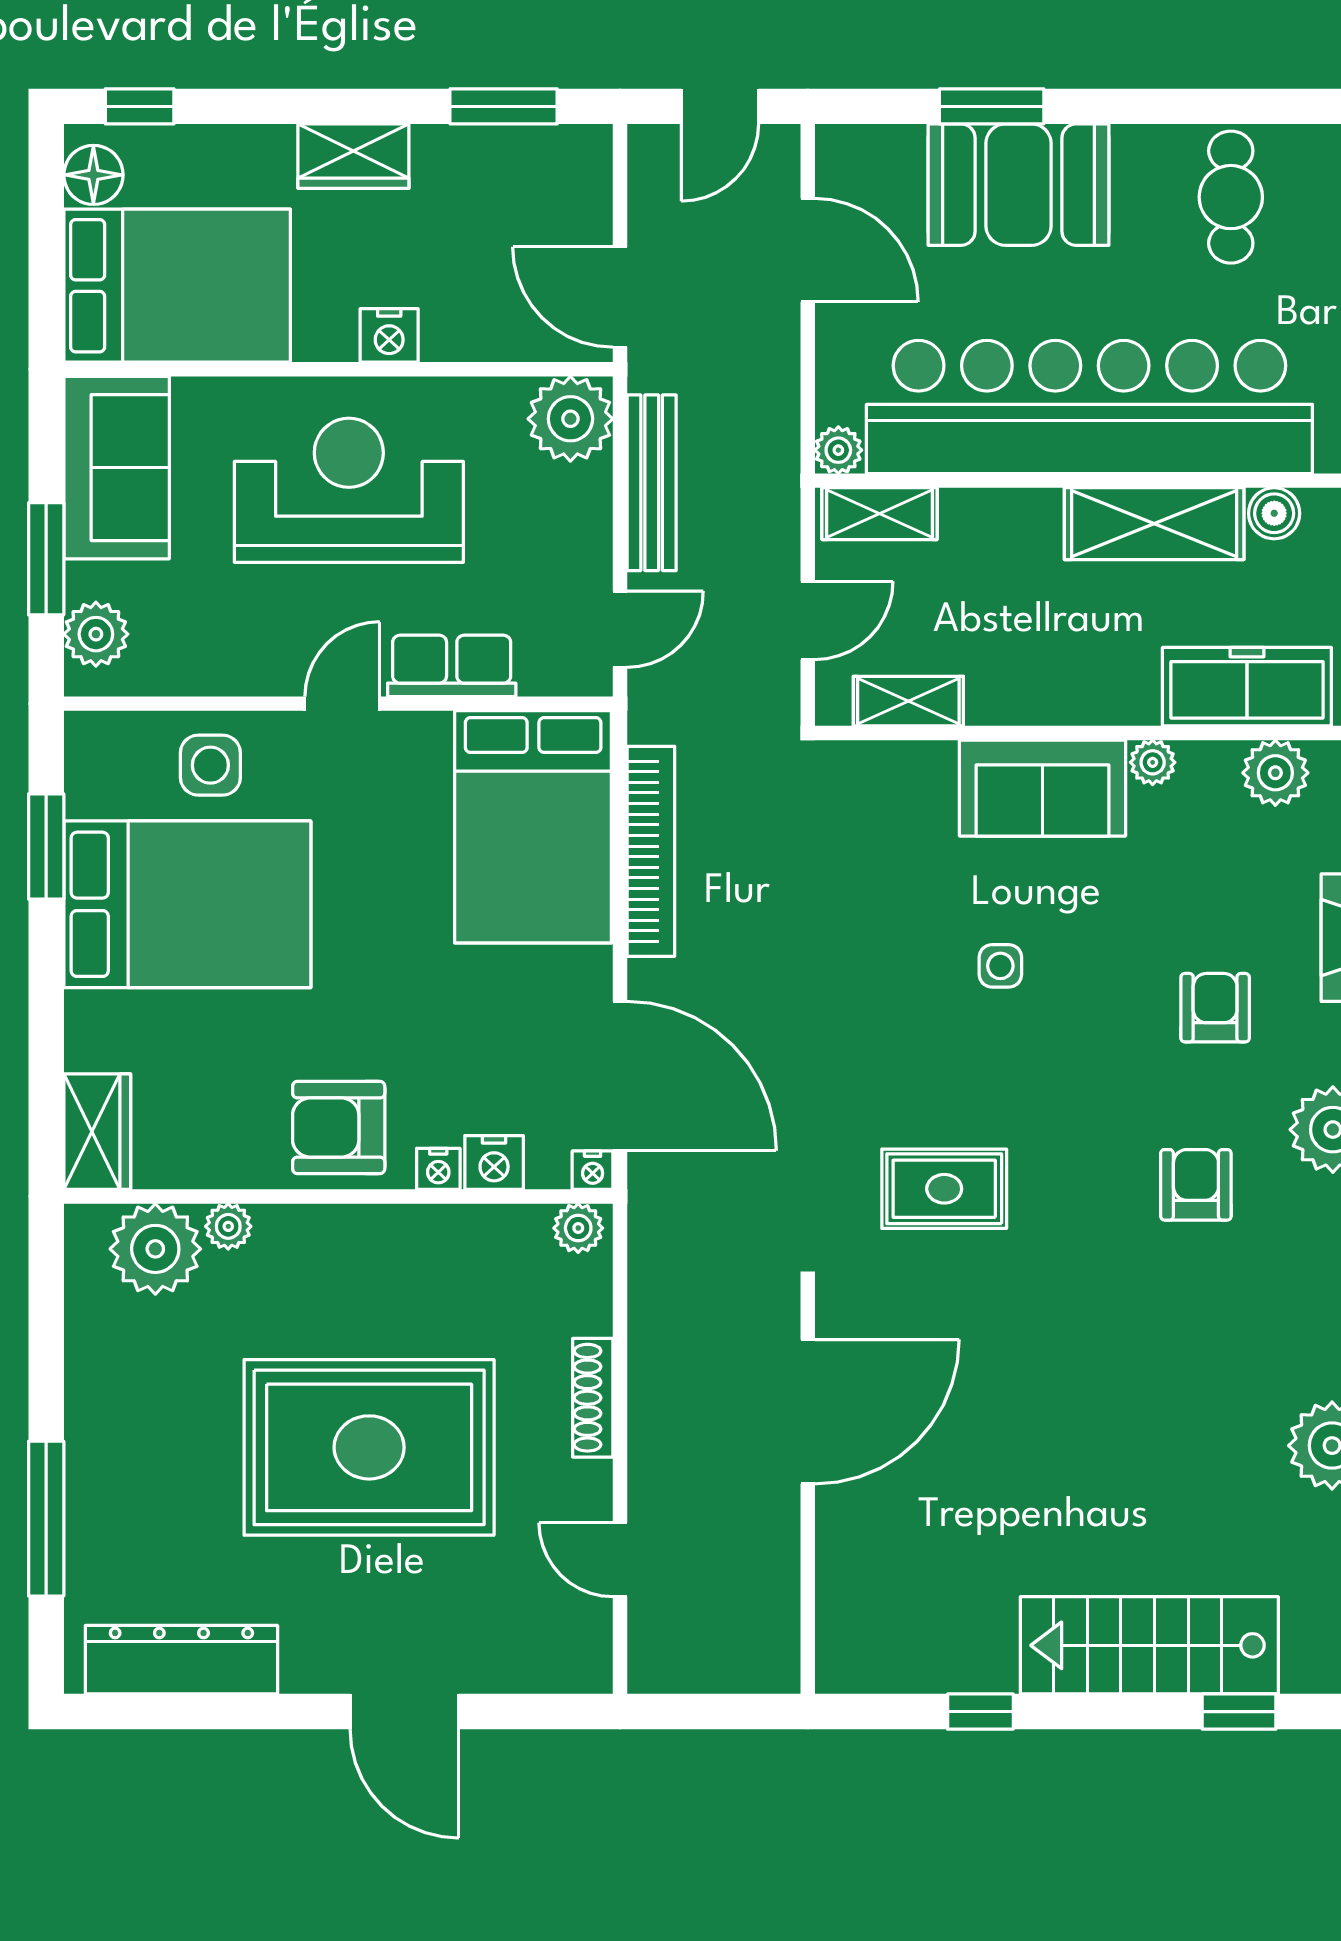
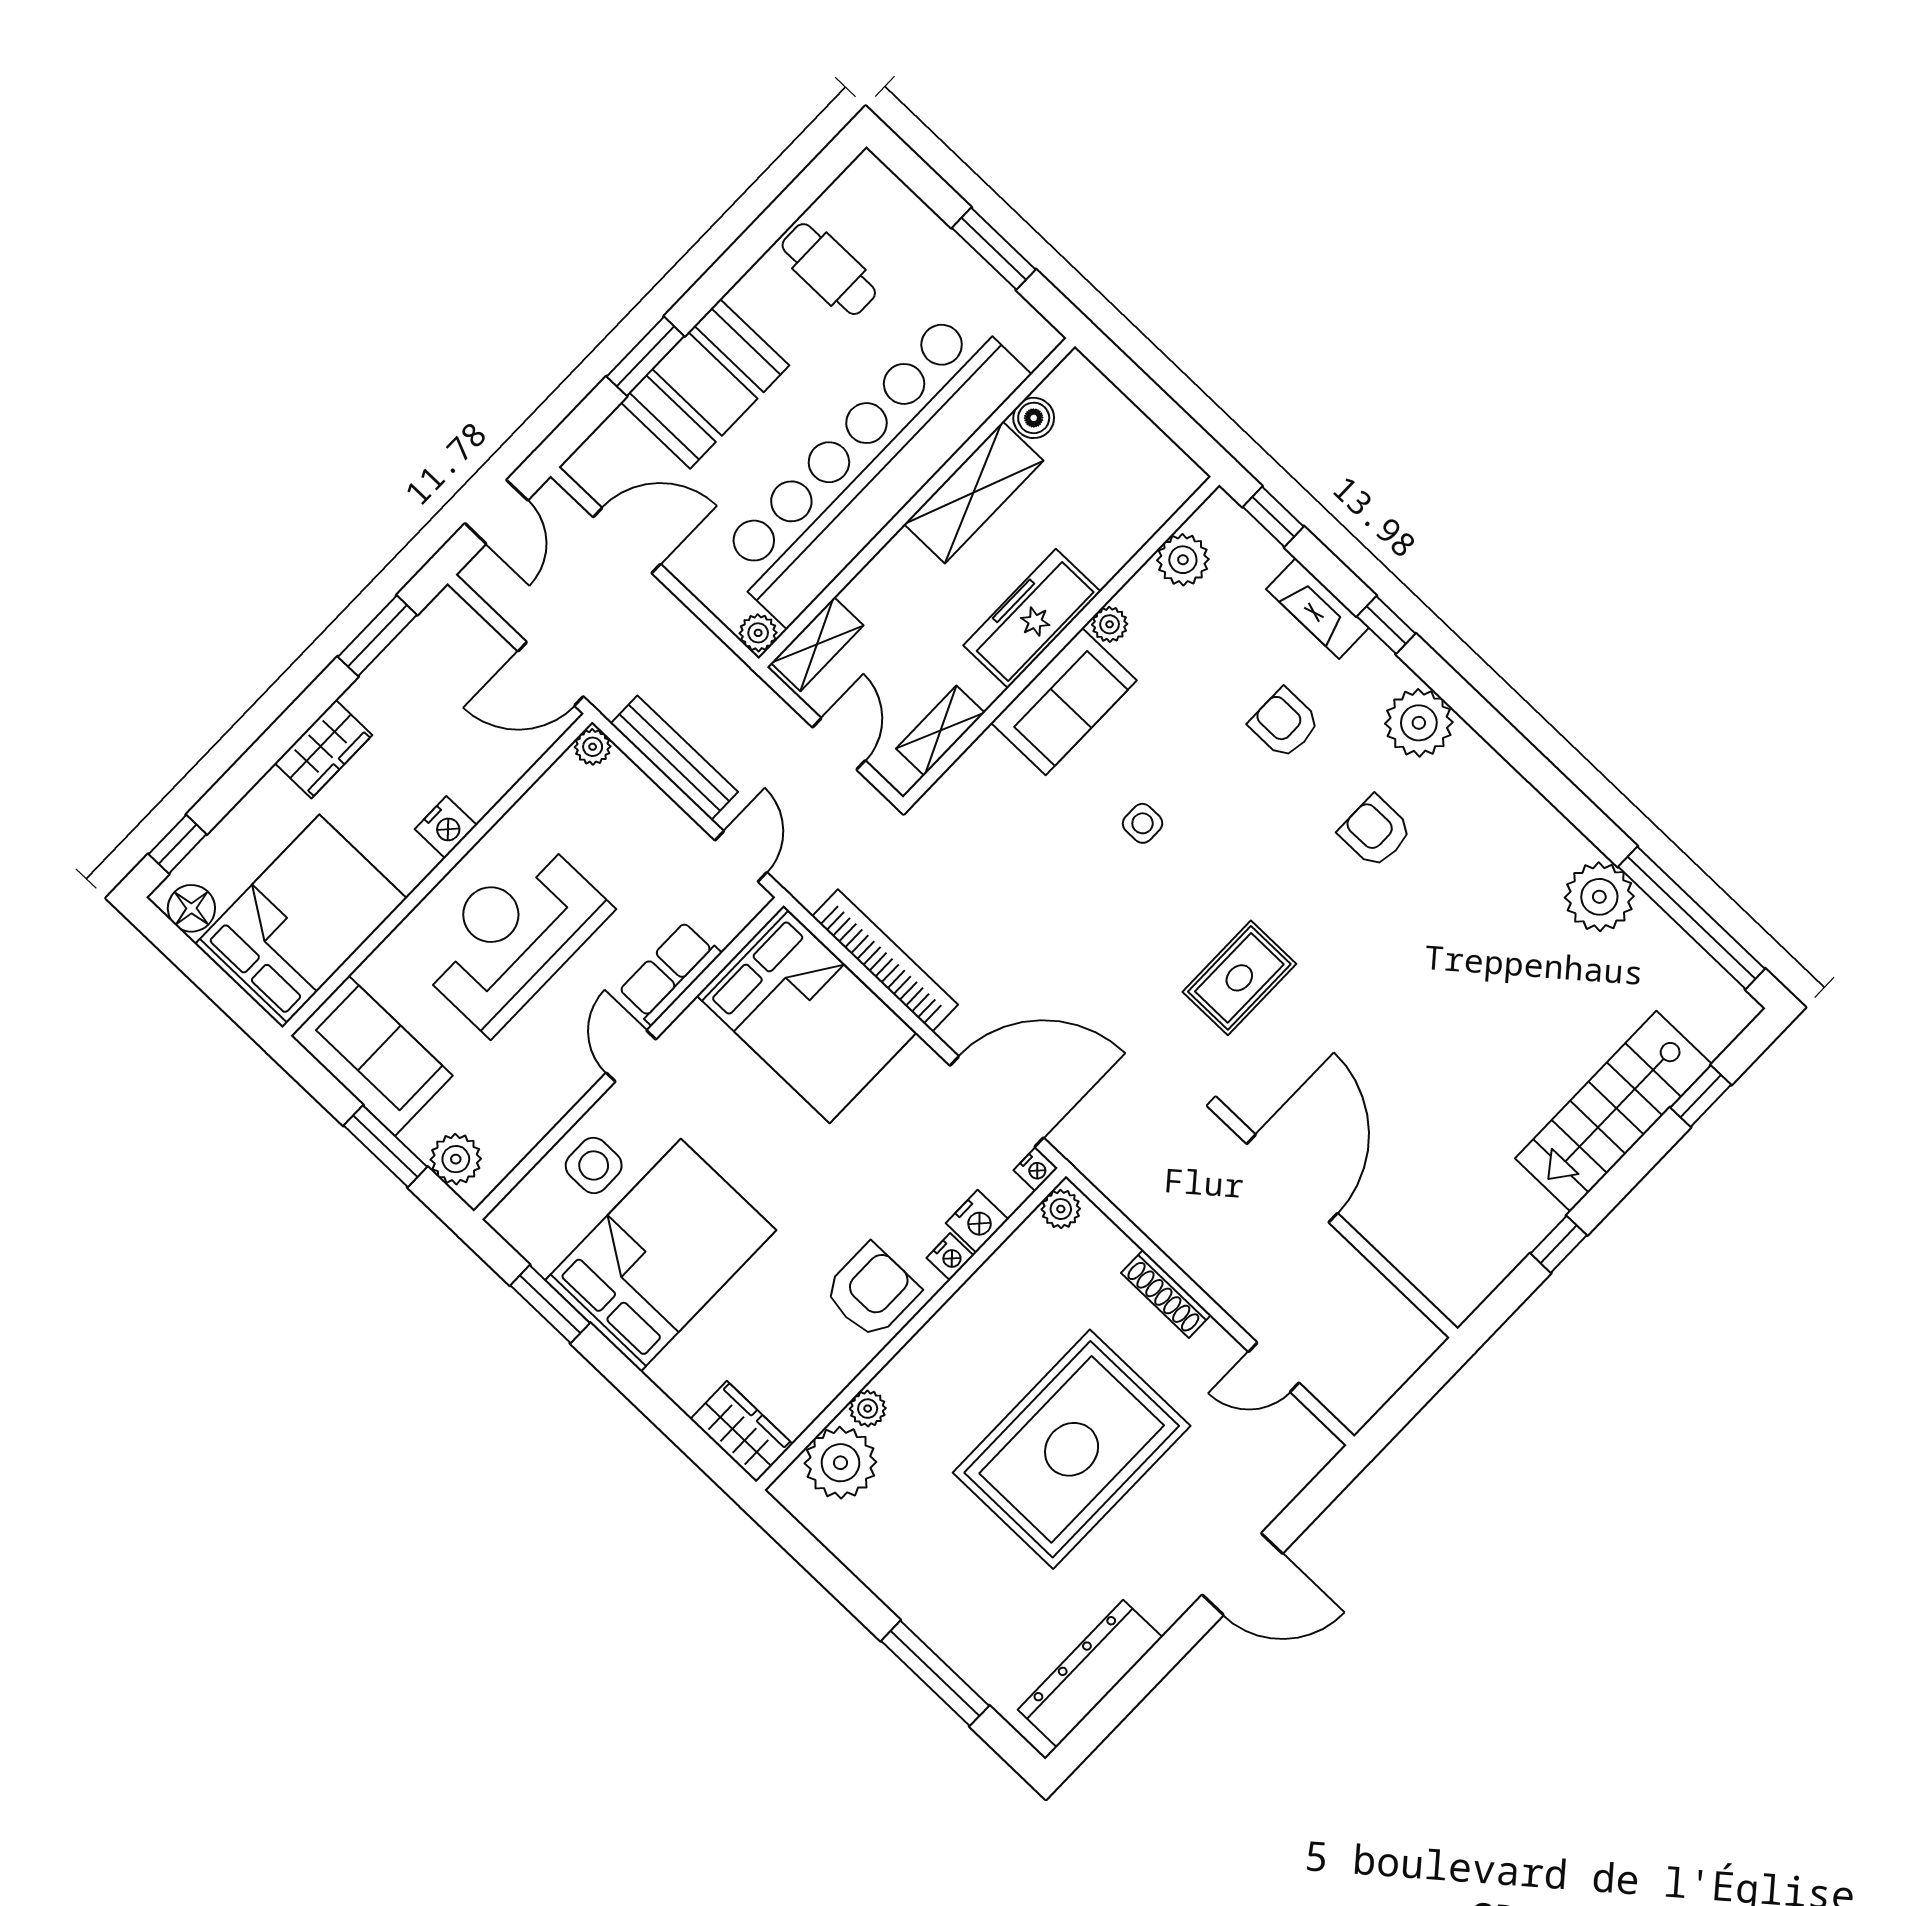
plant: (570, 419) -> (593, 747), width x0.53, depth x0.53
freezer: (1247, 687) -> (1032, 619), moved
armchair: (339, 1127) -> (872, 1291), turned 180

